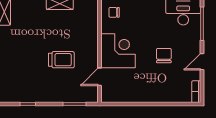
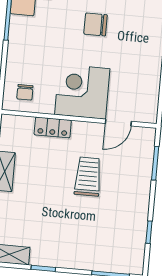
locker: (92, 33) -> (53, 127), added
door: (100, 77) -> (118, 122), hinge flipped

